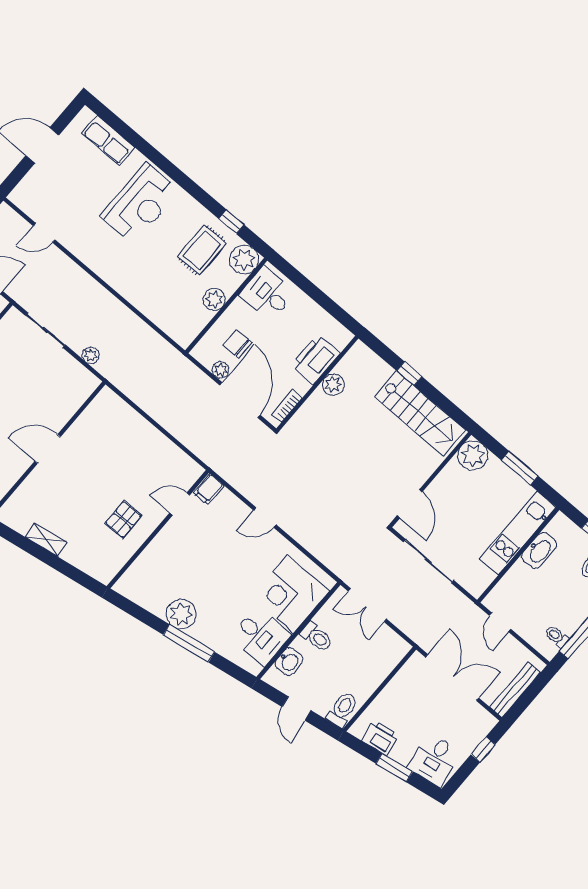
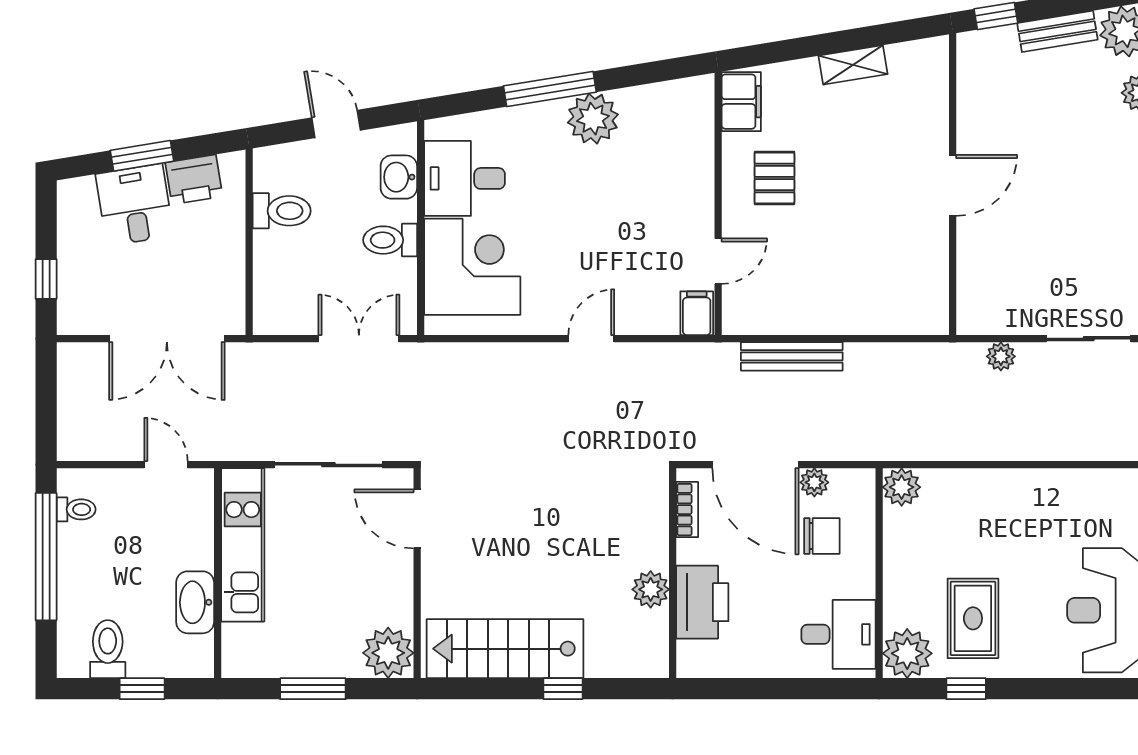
plant: (214, 299) -> (902, 487), moved
kitchen unit: (518, 533) -> (243, 545), moved
filing cabinet: (109, 566) -> (741, 102), added
bench: (515, 690) -> (792, 356), moved, turned 90
toilet: (342, 709) -> (282, 211), moved, turned -81
desk: (434, 760) -> (135, 205), moved

